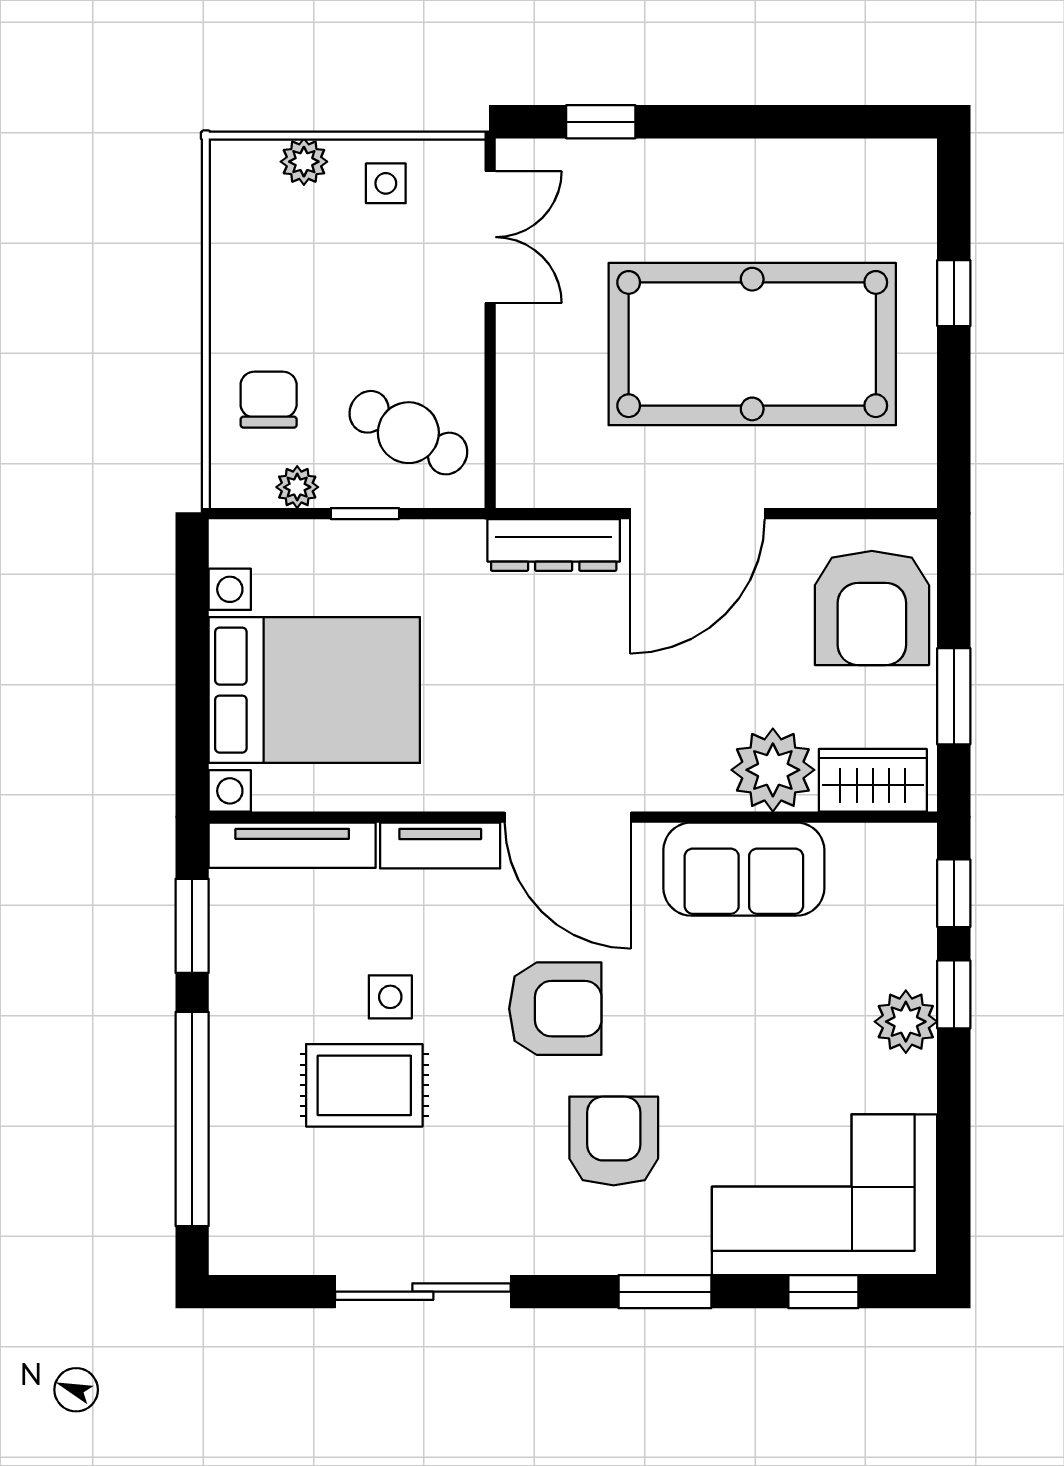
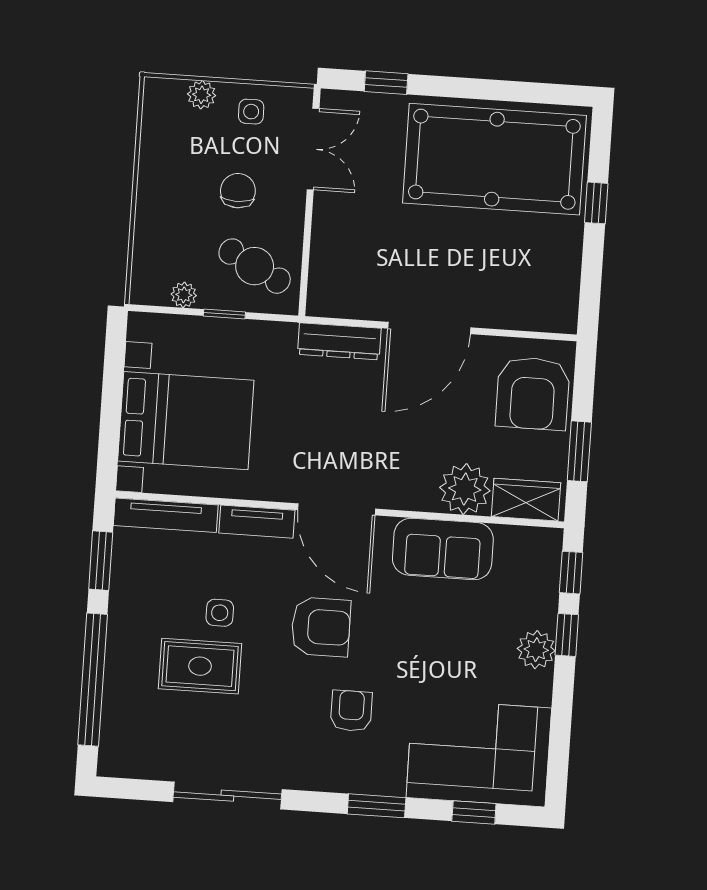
pool table: (752, 344) -> (494, 159), moved
chair: (269, 400) -> (238, 191), moved
armchair: (614, 1141) -> (351, 711), width x0.72, depth x0.72

